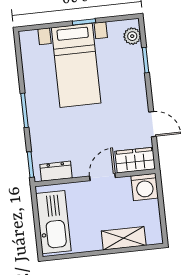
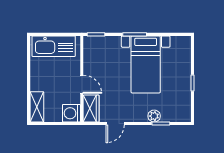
plant: (132, 36) -> (154, 116), moved
bed with nightstands: (76, 65) -> (146, 64), moved, turned -90
dresser: (56, 171) -> (89, 52), removed
shelving: (124, 238) -> (37, 107), moved

